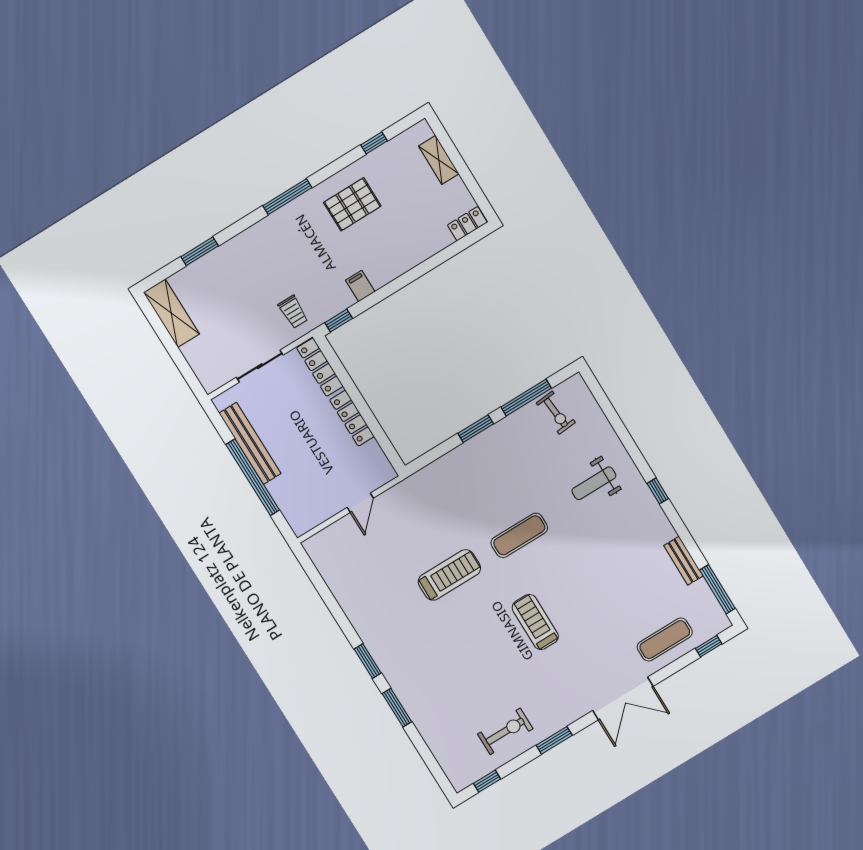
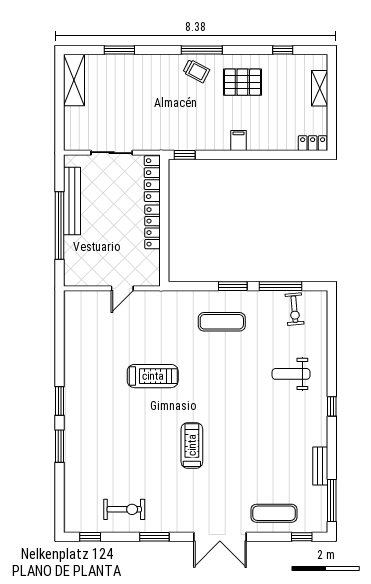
filing cabinet: (360, 286) -> (238, 140), moved
trolley: (293, 312) -> (196, 71), moved, turned -62
exercise mat: (519, 535) -> (222, 322), moved

